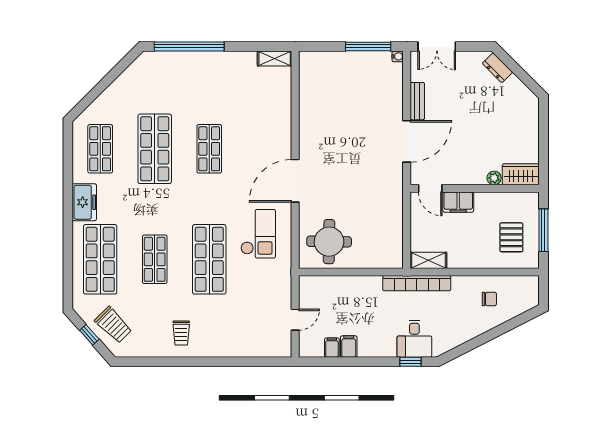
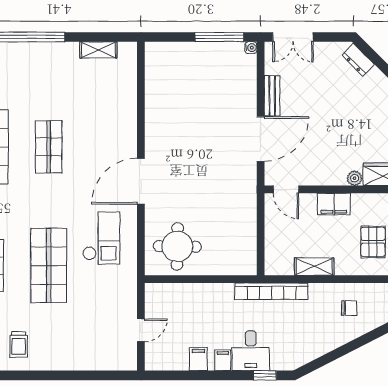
shelving: (275, 58) -> (98, 50), moved
filing cabinet: (458, 202) -> (334, 204), moved
shelving: (428, 260) -> (314, 267), moved
desk: (414, 339) -> (251, 351), moved
filing cabinet: (332, 348) -> (223, 360), moved

